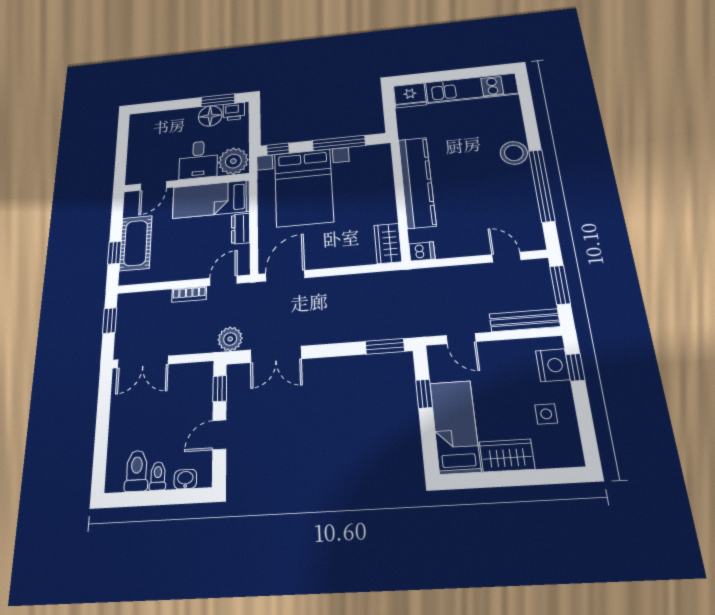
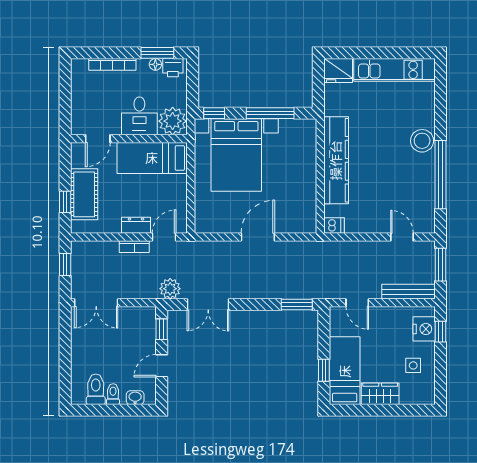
bookcase: (172, 115) -> (112, 64), added
floor lamp: (210, 116) -> (155, 64), width x0.53, depth x0.53
dresser: (241, 229) -> (136, 225), moved, turned 90
wardrobe: (388, 243) -> (306, 216), removed
door: (285, 276) -> (258, 237), moved
window: (424, 394) -> (324, 370), moved

